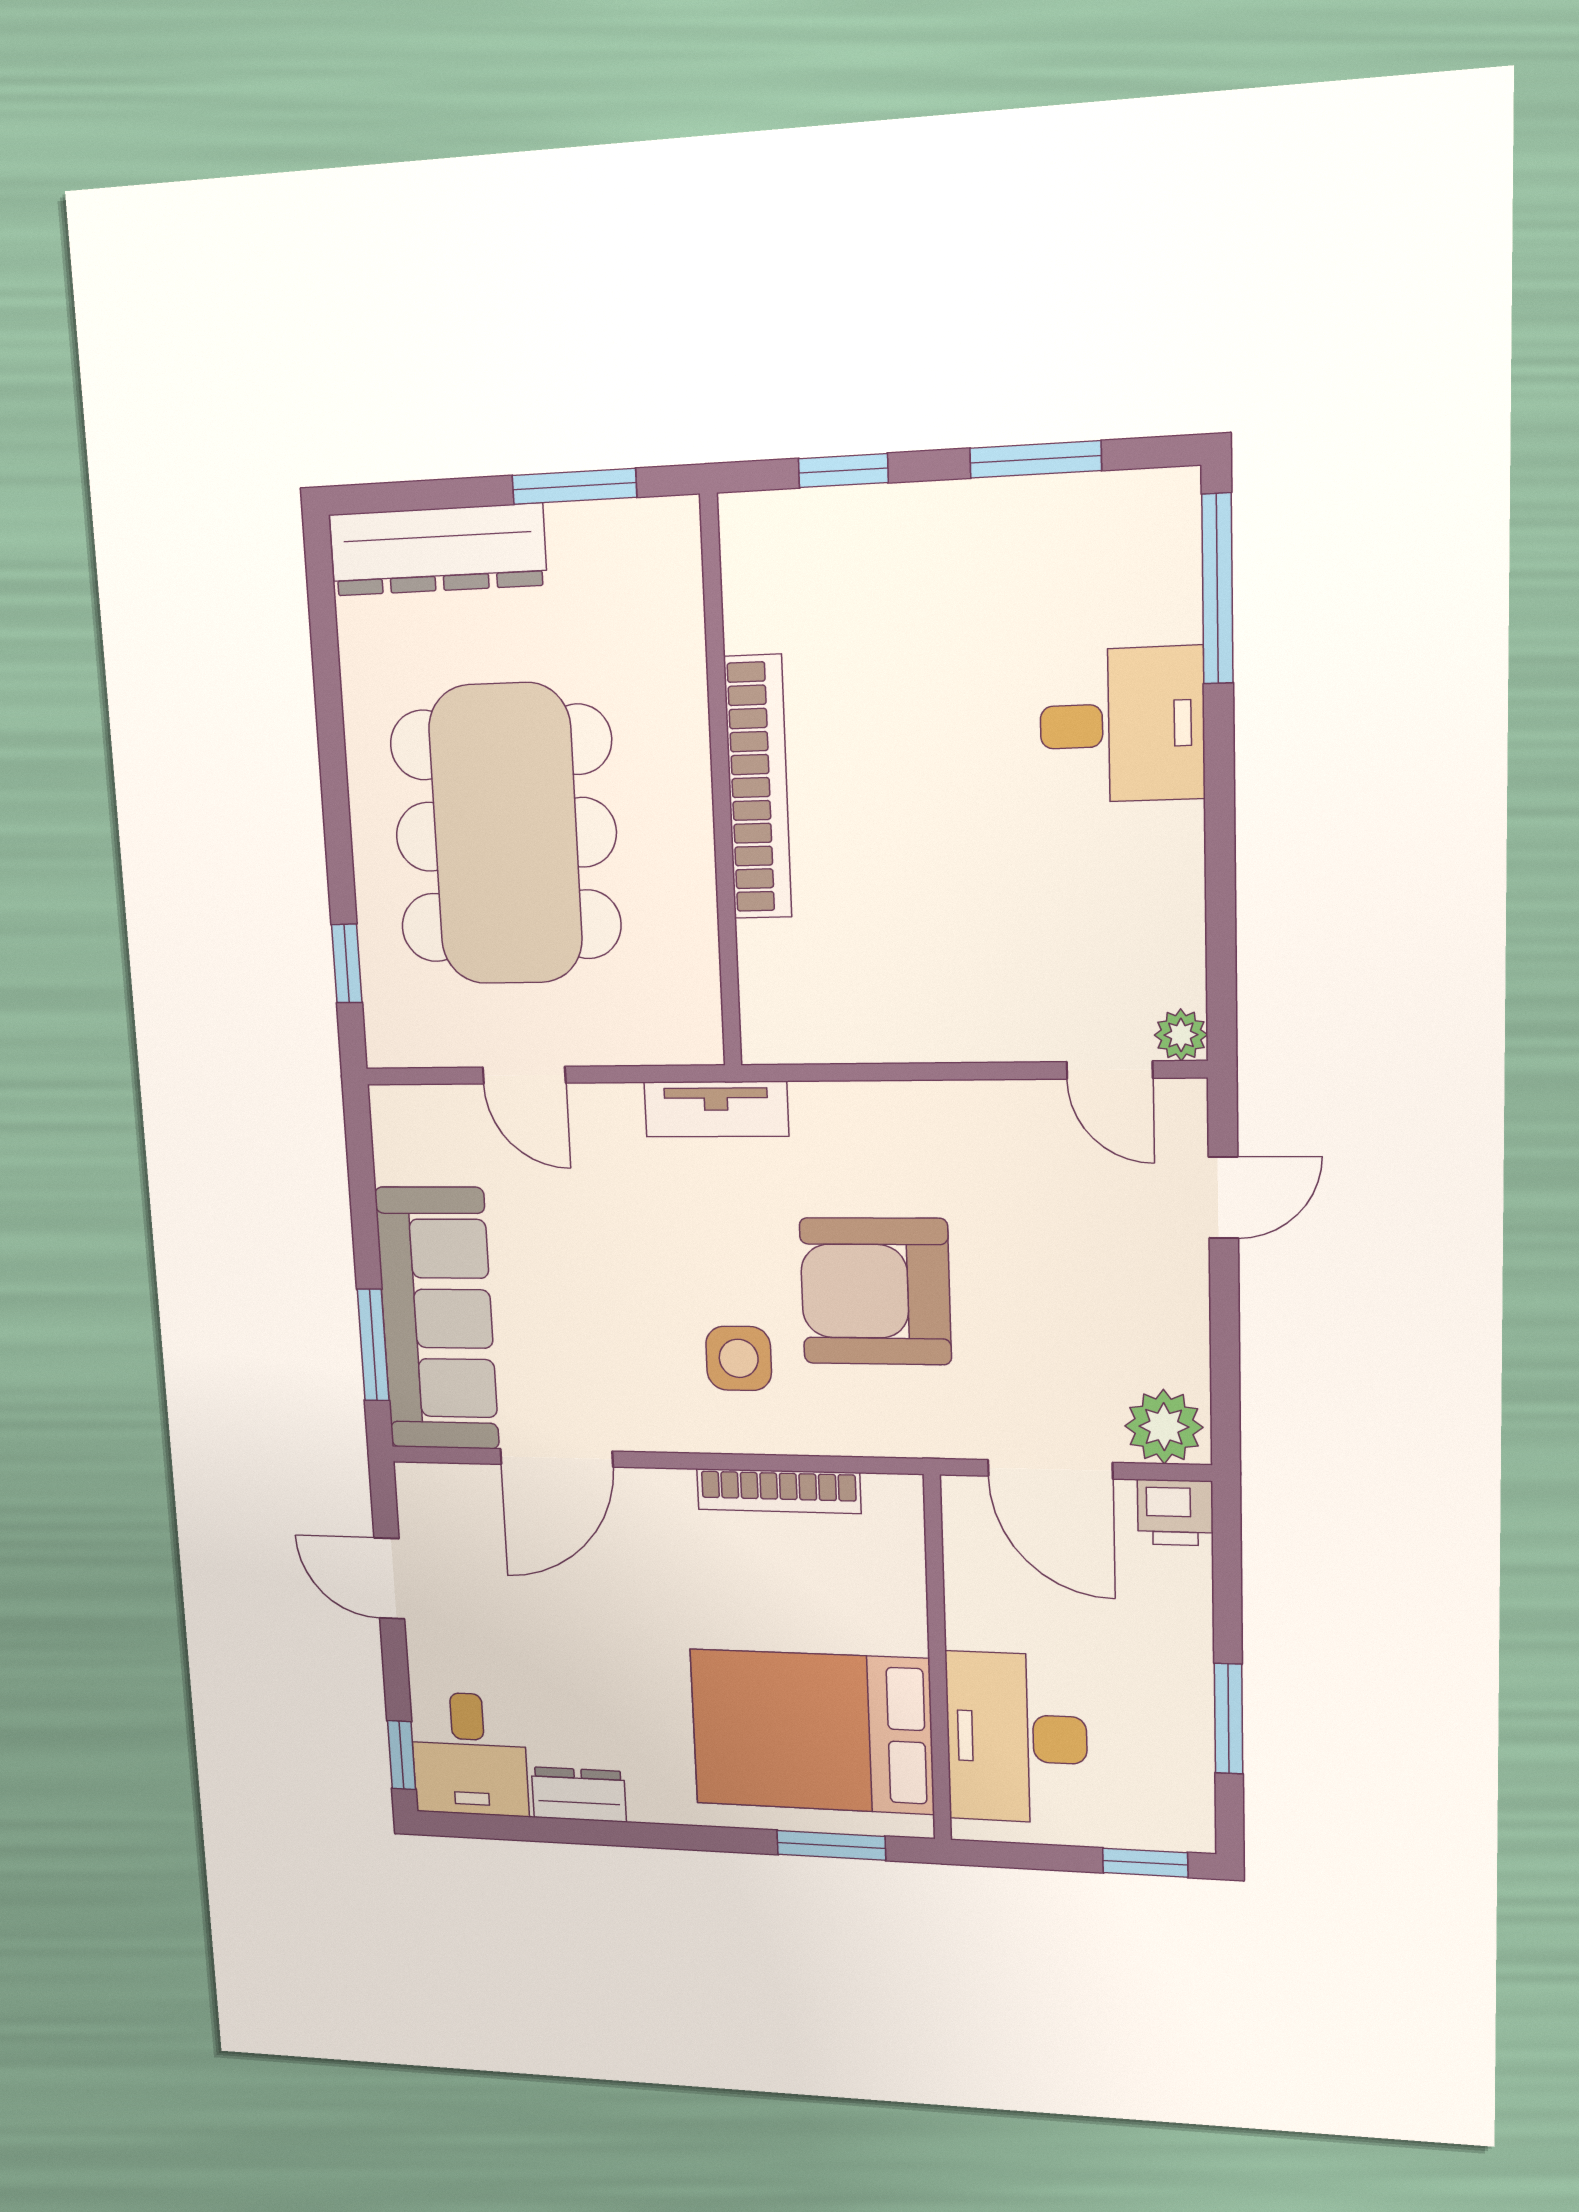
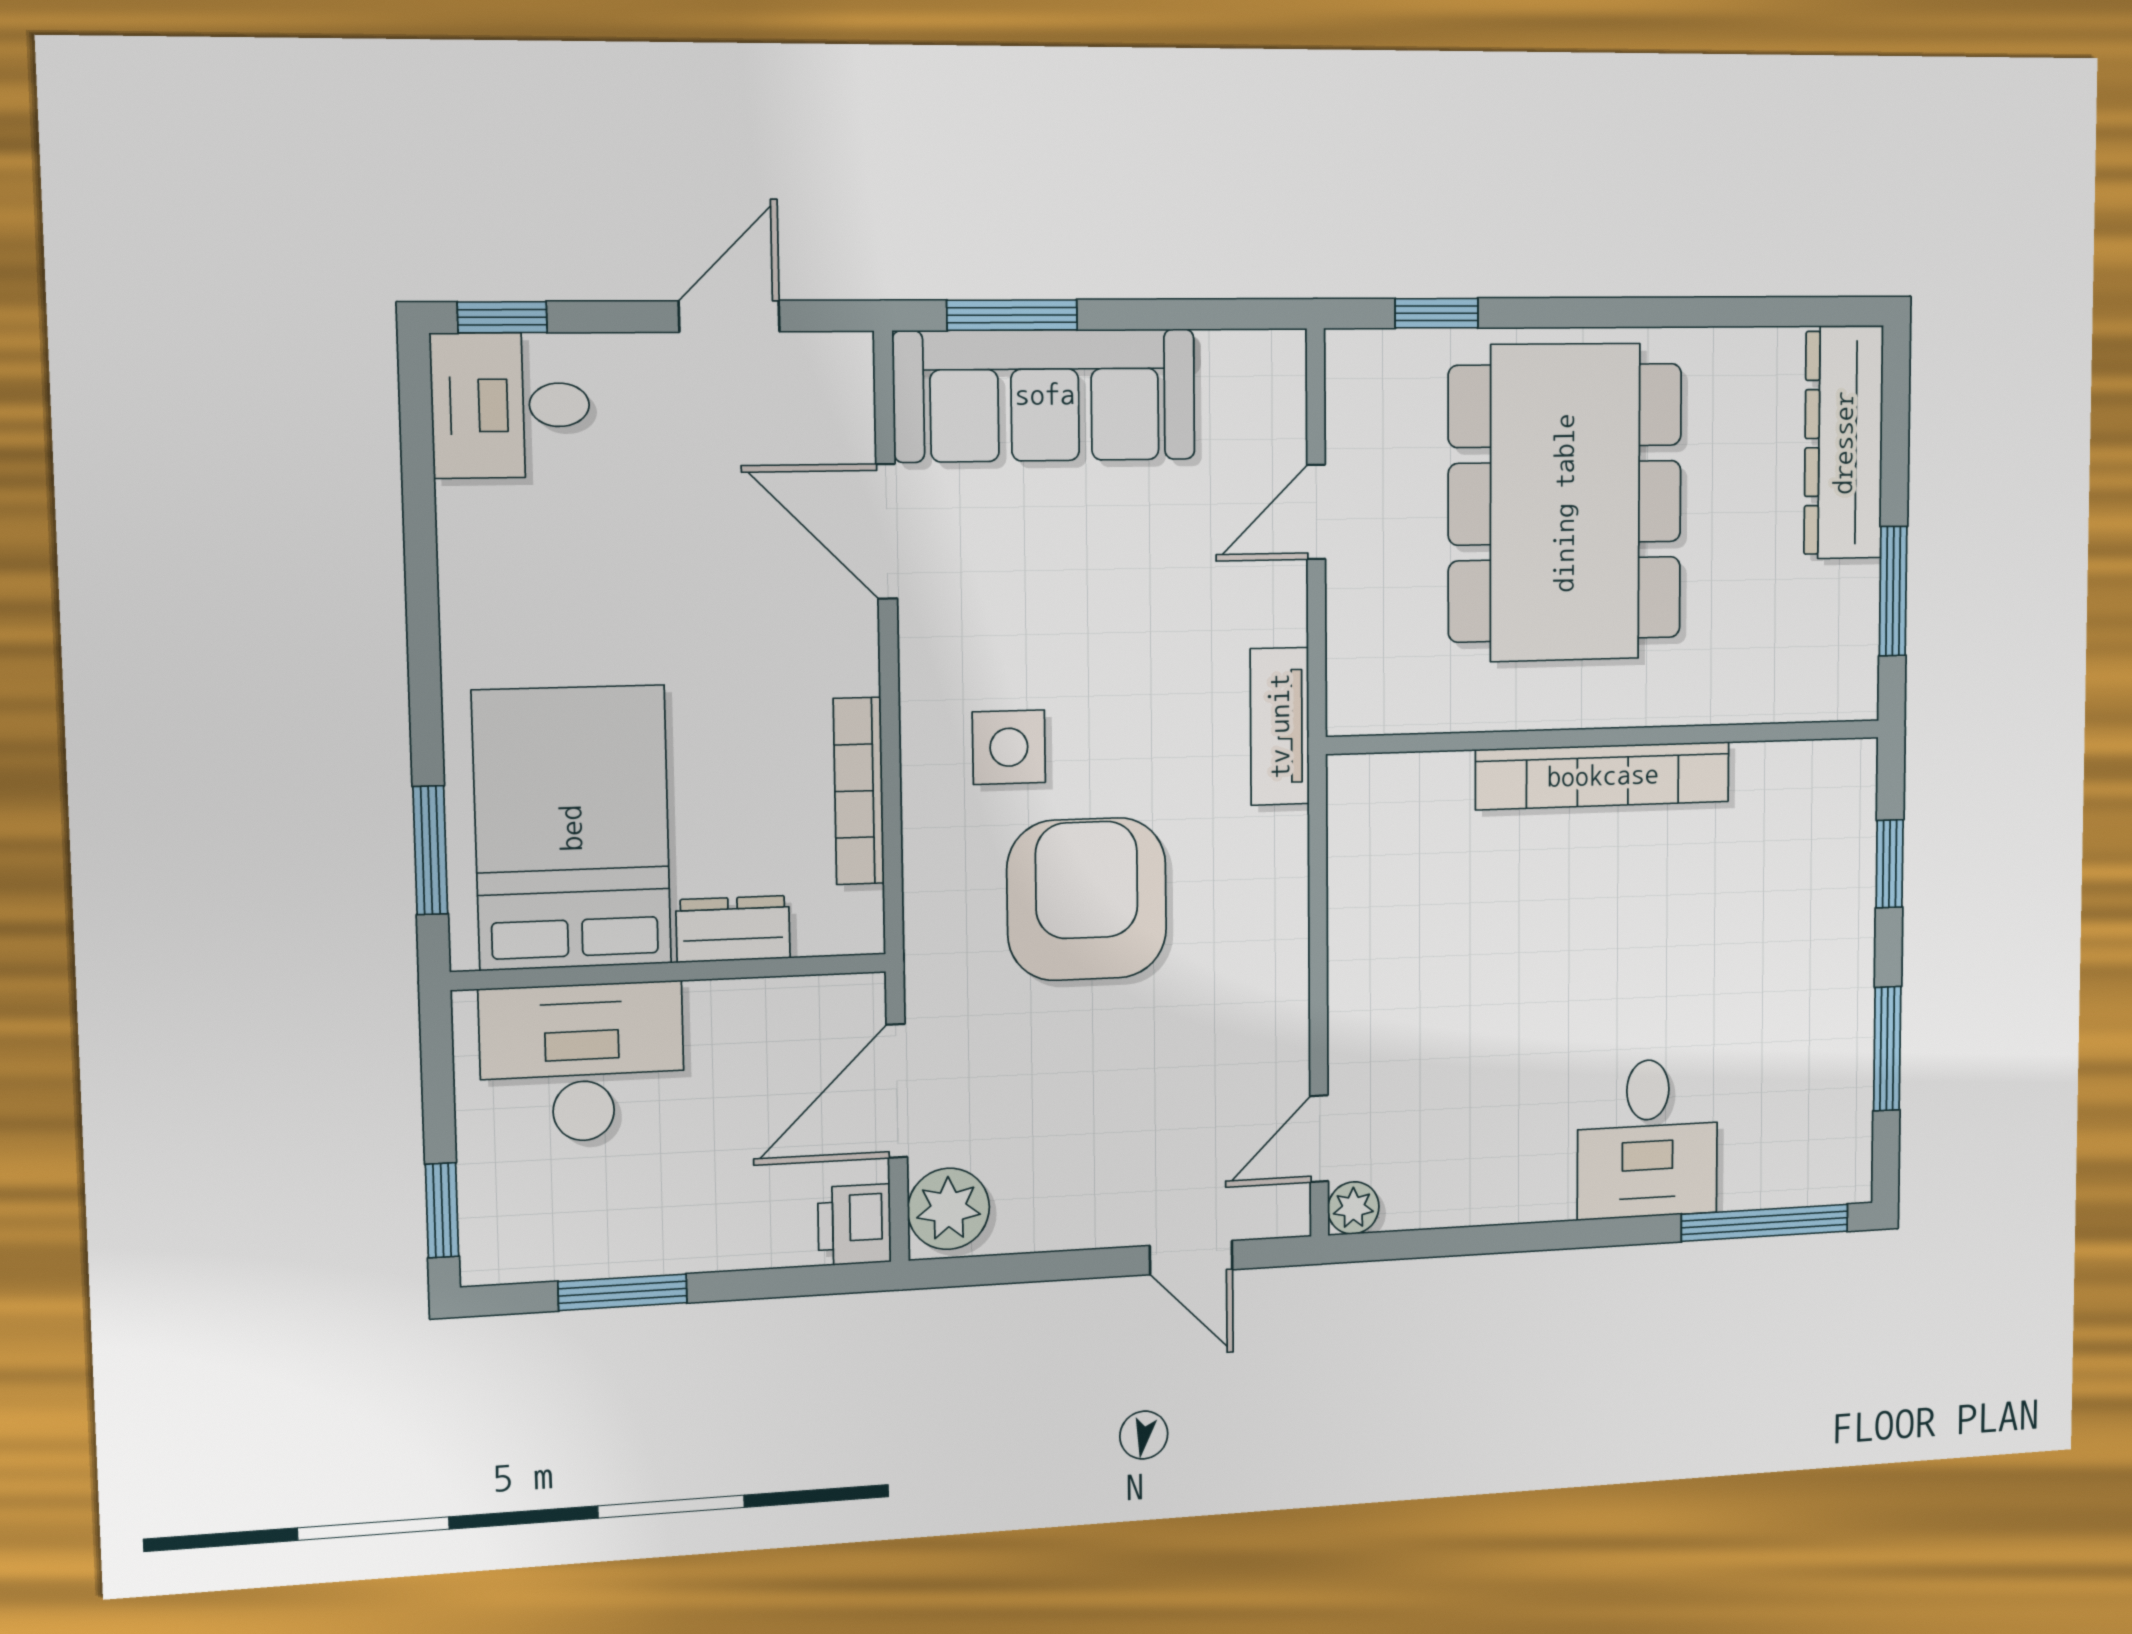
dining table: (506, 835) -> (1565, 503), turned 90
dresser: (579, 1794) -> (733, 929), moved, turned -90

